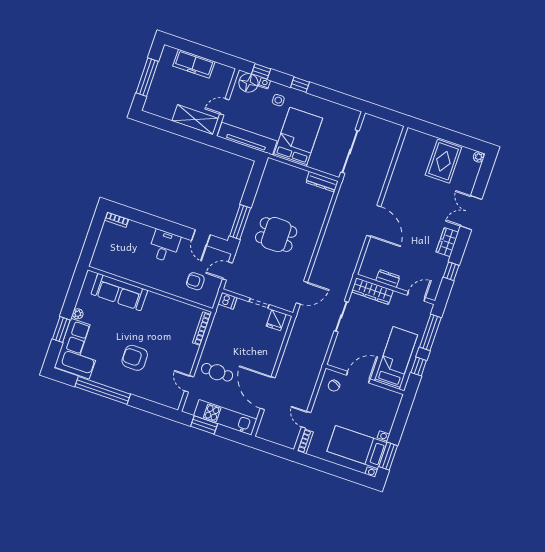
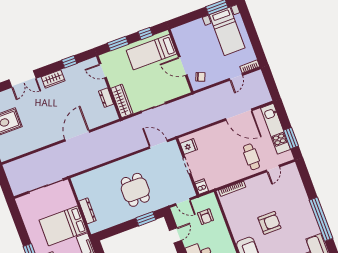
dresser: (322, 182) -> (87, 211), moved
window: (240, 222) -> (146, 219), width x0.69
window: (430, 332) -> (118, 44), width x0.69
armchair: (135, 358) -> (269, 223), moved, turned -90
door: (268, 393) -> (239, 115), hinge flipped

